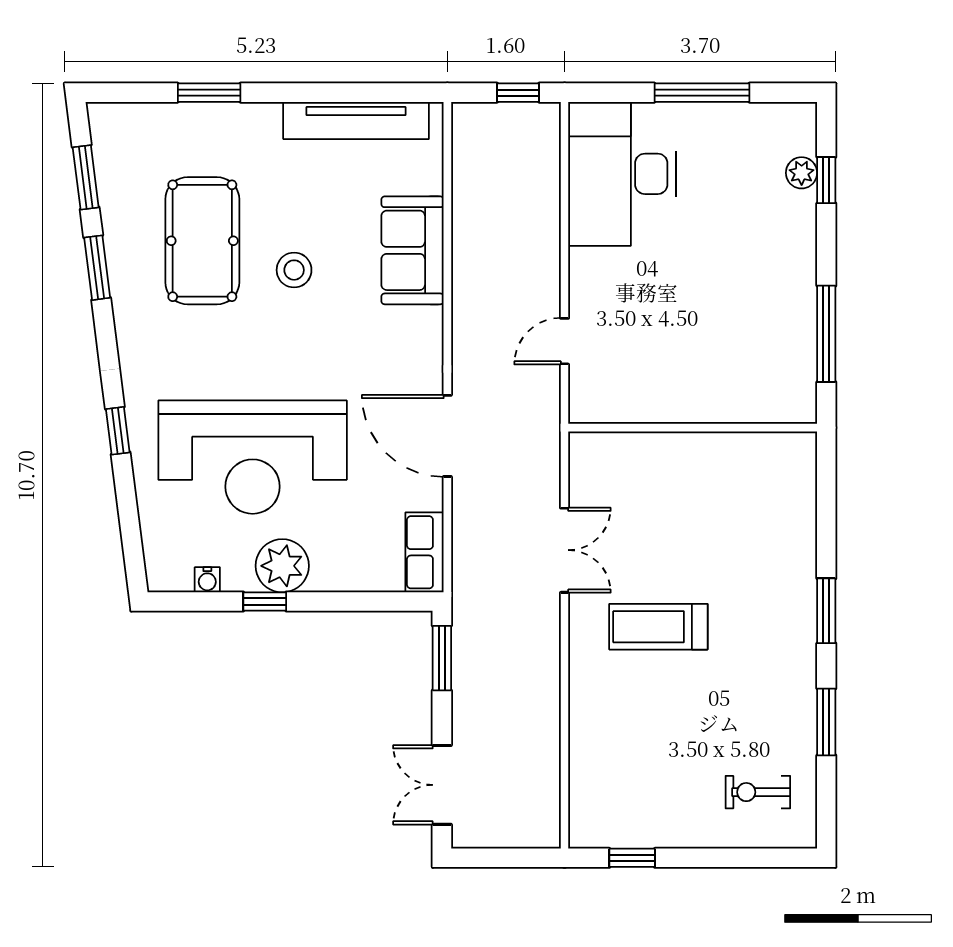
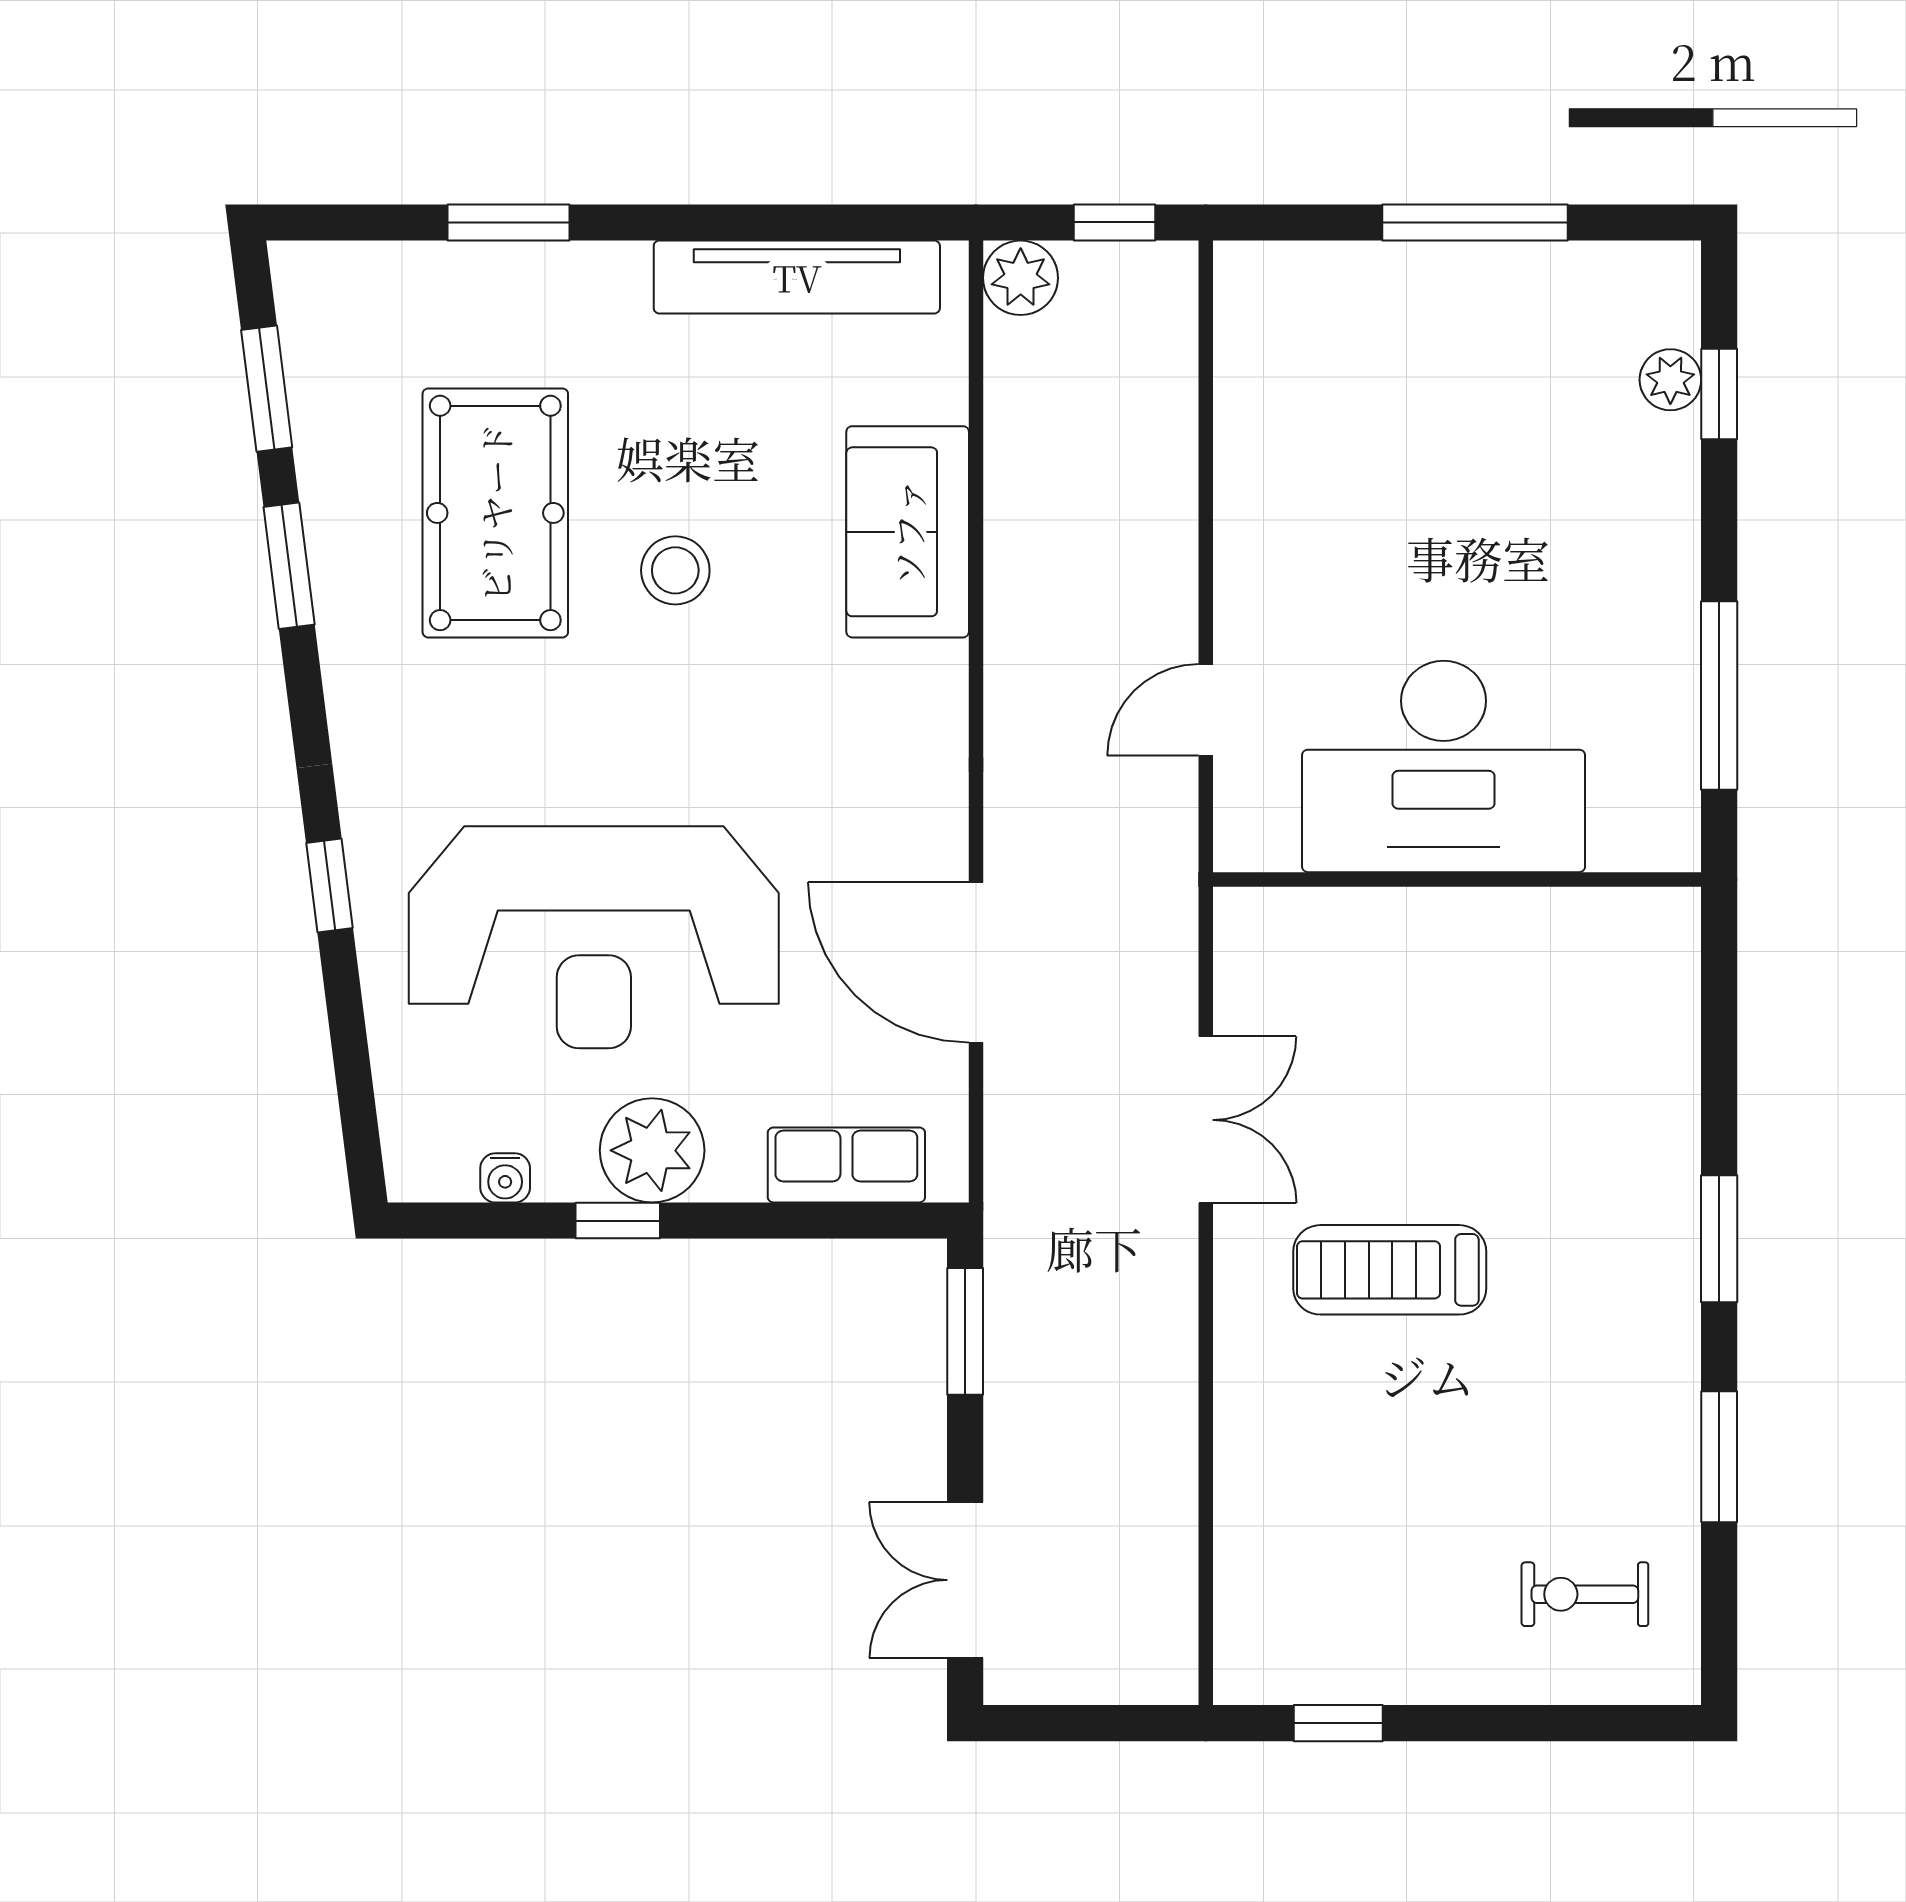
plant: (470, 121) -> (1021, 278), added
desk: (622, 174) -> (1444, 766), moved, turned -90
door: (447, 436) -> (976, 962), moved
row of seats: (425, 552) -> (846, 1165), moved, turned 90

